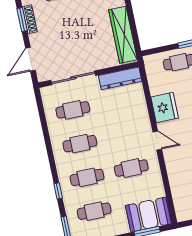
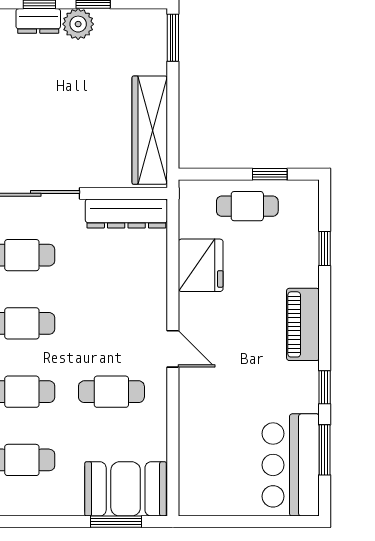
fridge: (165, 108) -> (201, 265), moved

